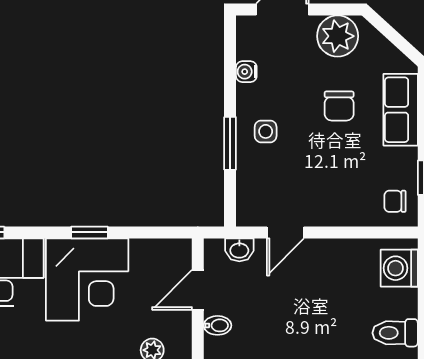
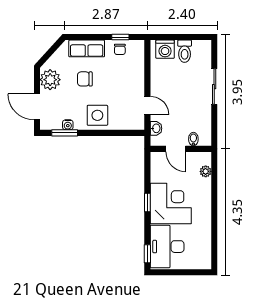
chair: (339, 106) -> (85, 79), turned 180
side table: (266, 131) -> (97, 115), width x1.87, depth x1.87
window: (230, 143) -> (65, 133), moved
chair: (395, 201) -> (120, 49), moved
toilet: (395, 333) -> (185, 51), moved

